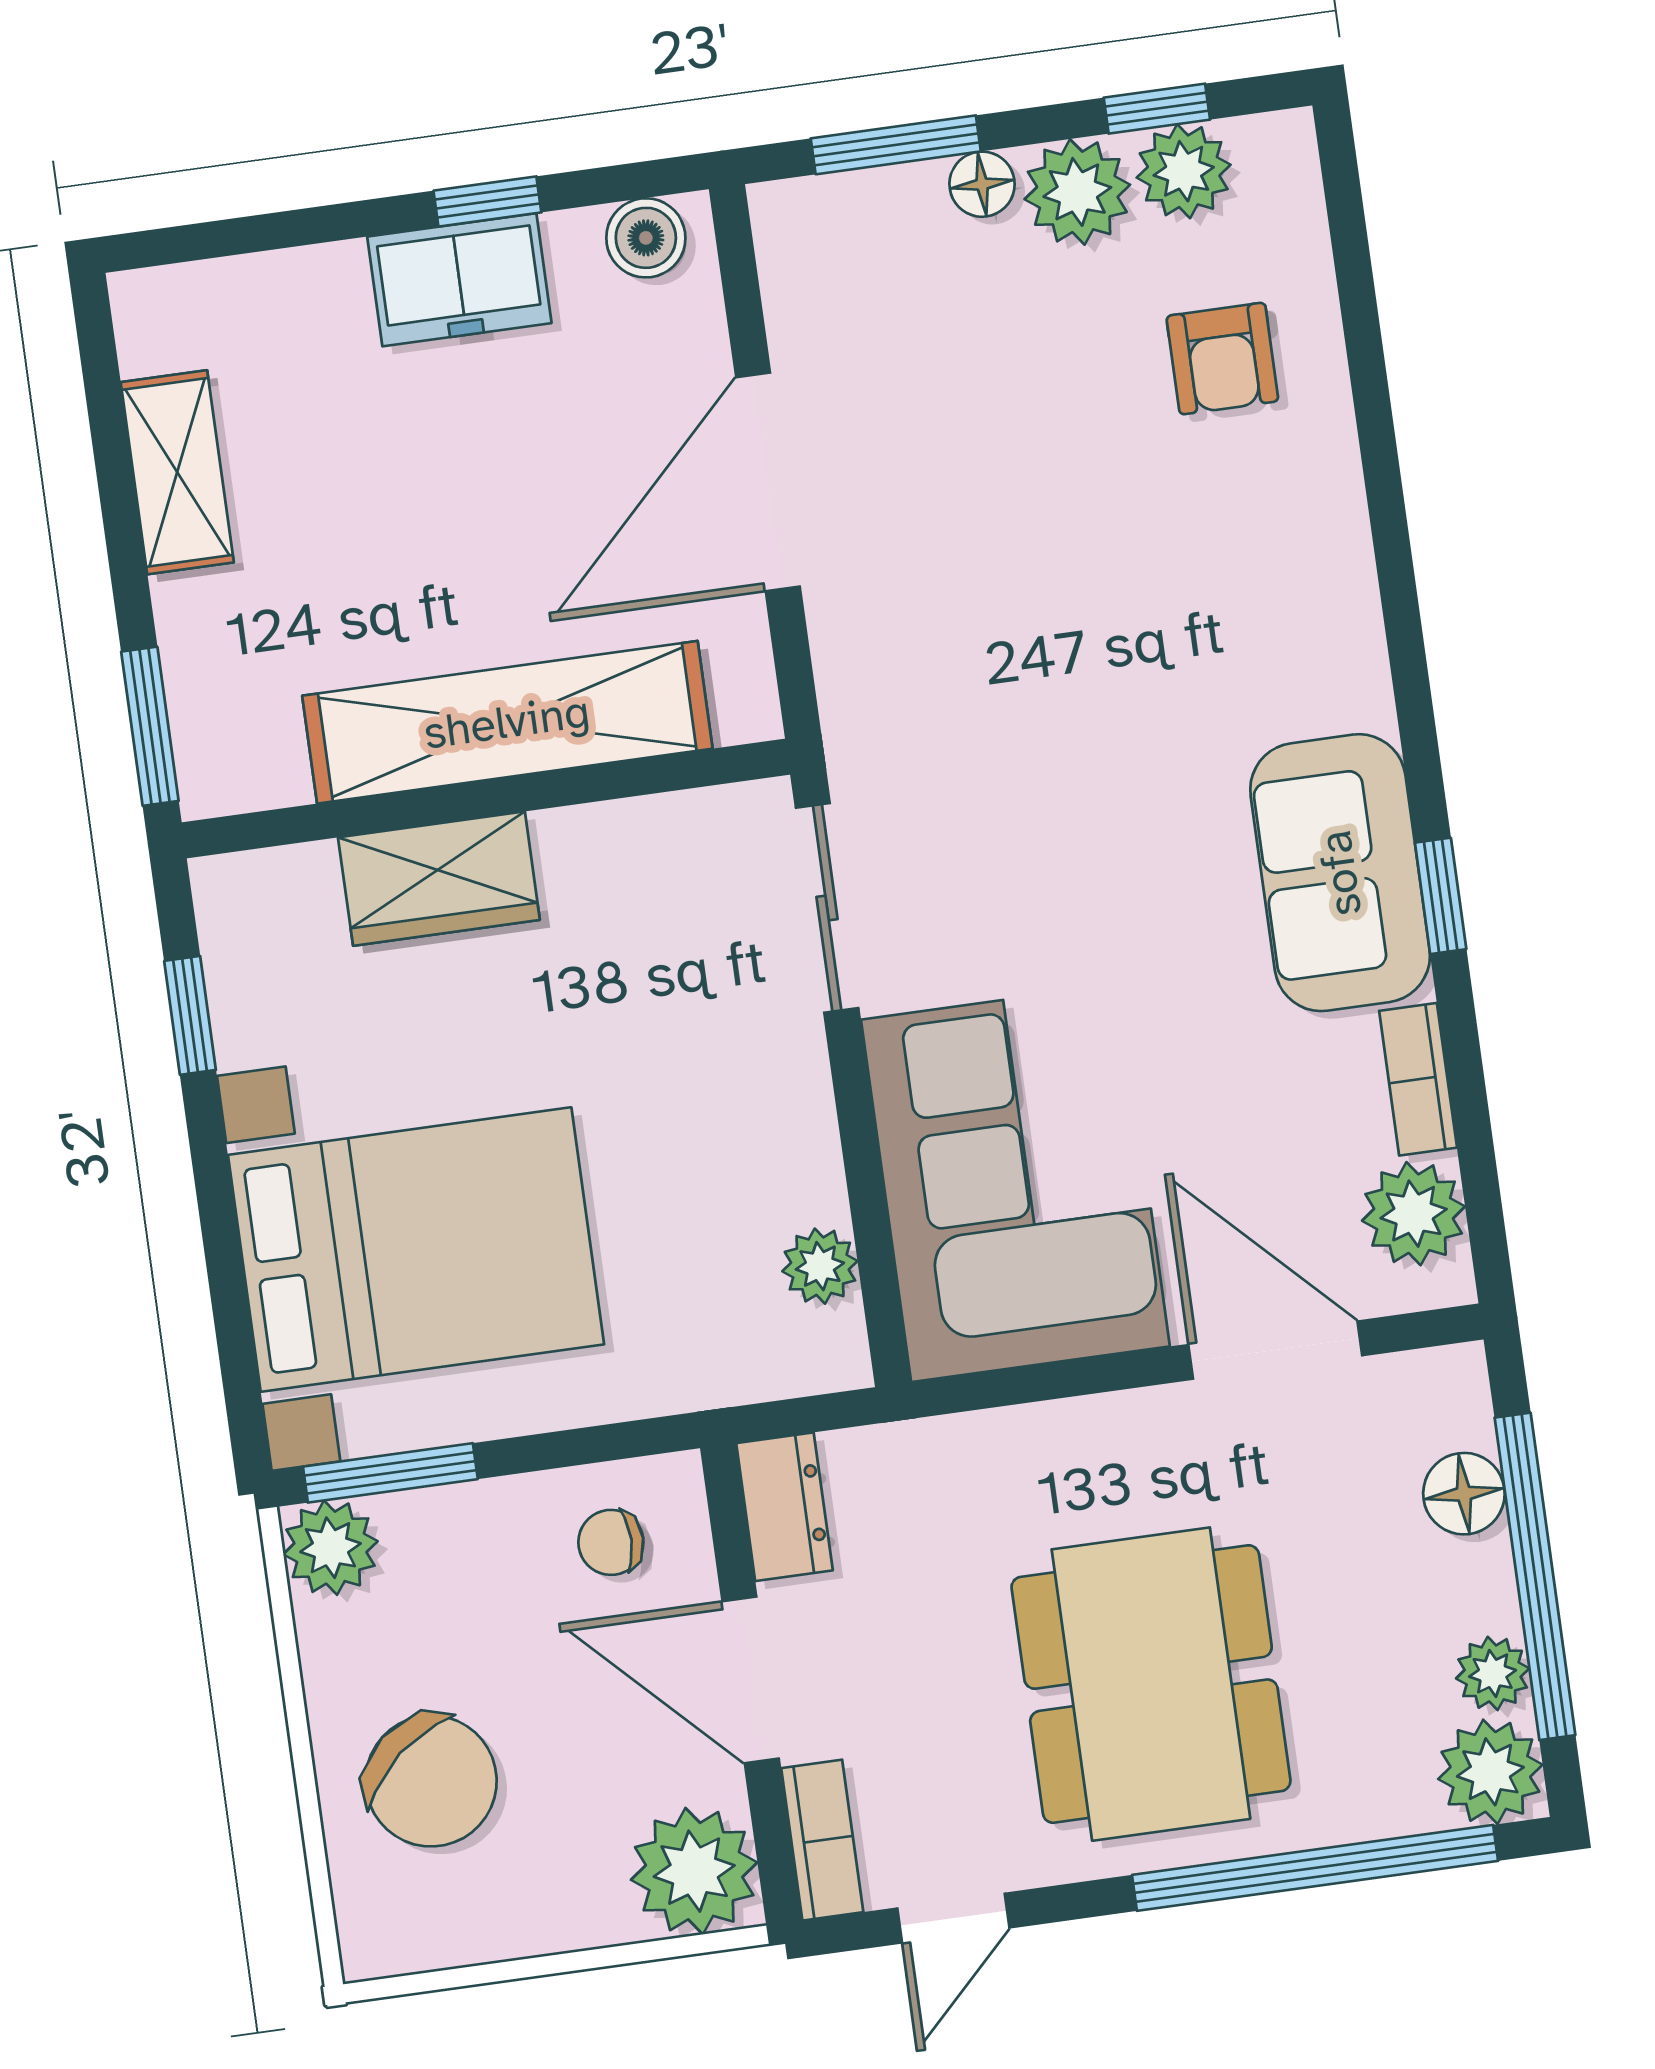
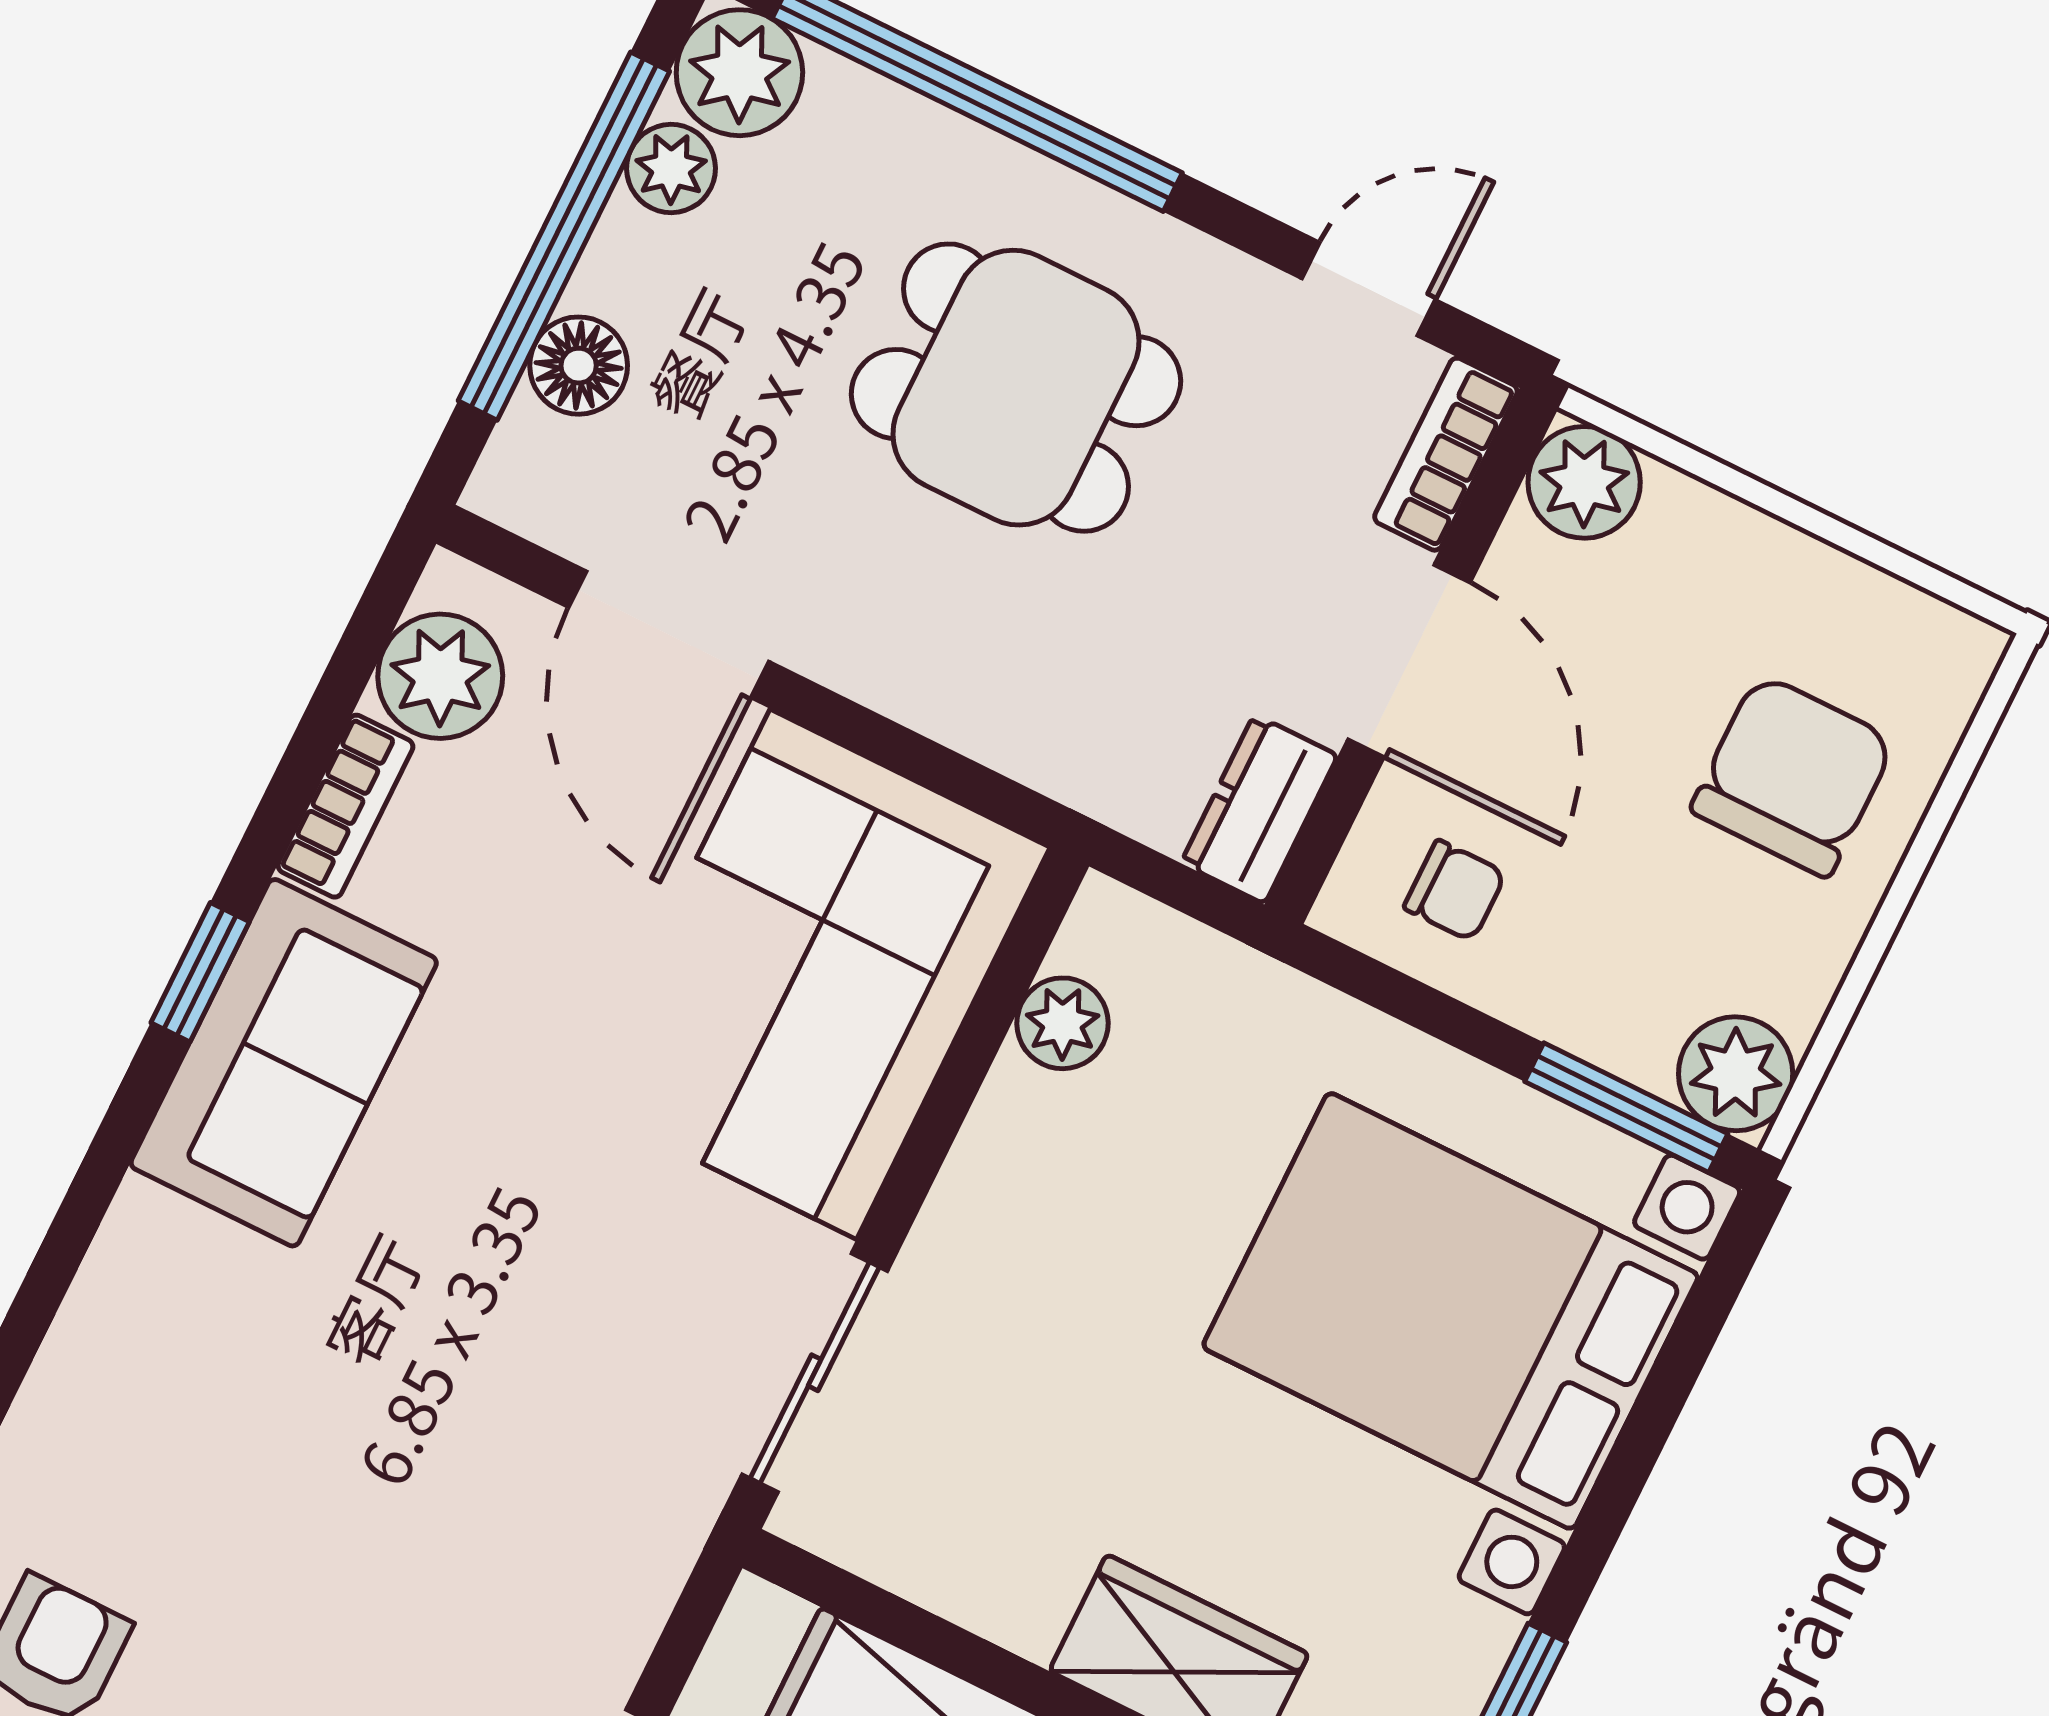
dining table: (1151, 1684) -> (1016, 388), width x0.73
chair: (431, 1781) -> (1793, 775), turned 40
plant: (694, 1871) -> (1584, 482), width x0.73, depth x0.73

